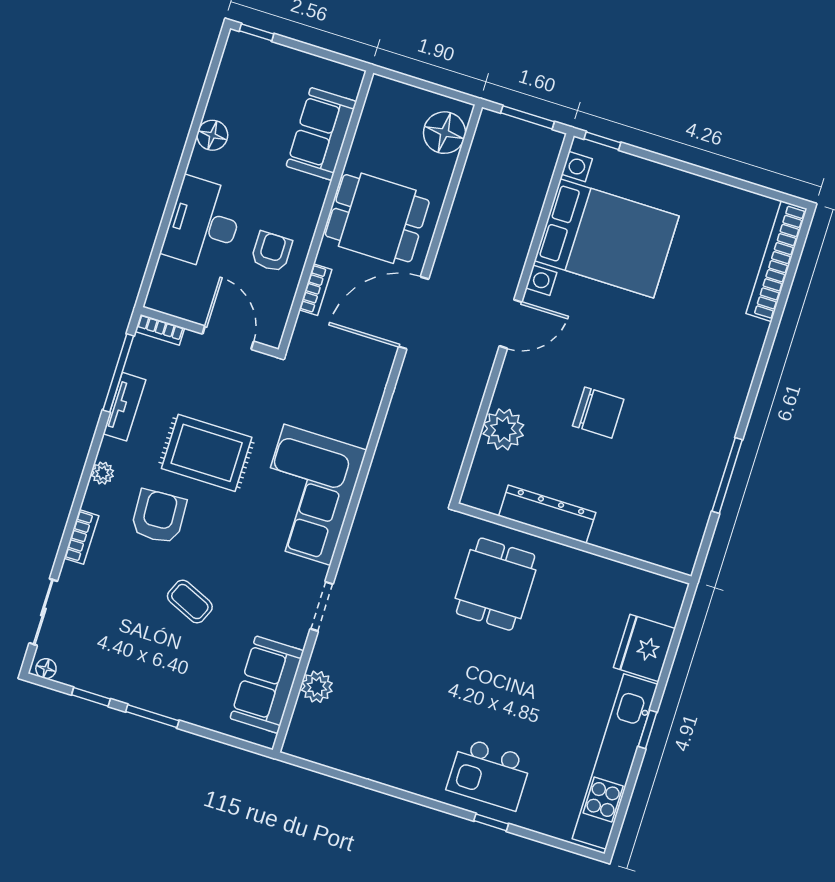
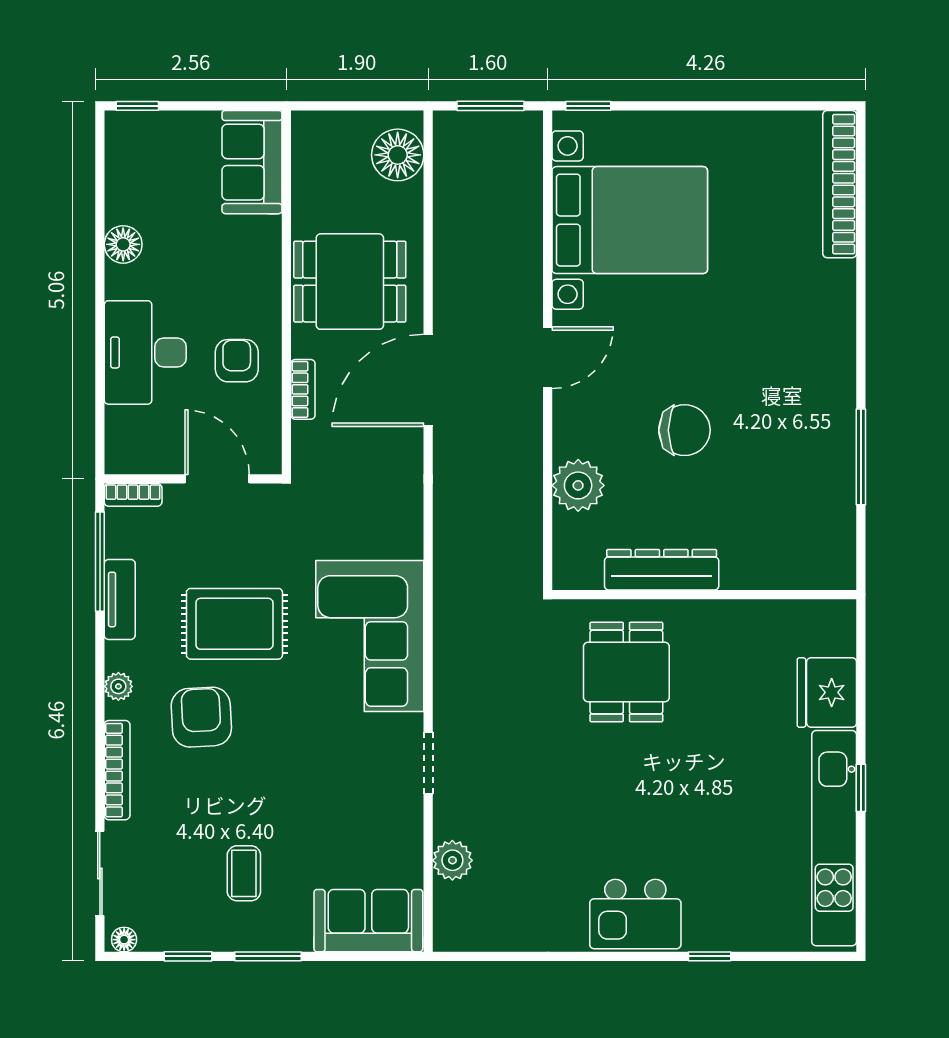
sofa: (321, 134) -> (252, 162), moved
bookcase: (81, 537) -> (117, 770), width x1.56
coffee table: (190, 602) -> (244, 873), moved, turned 66
sofa: (267, 685) -> (368, 921), moved, turned 90
kitchen island: (489, 774) -> (635, 914), moved

